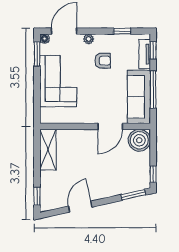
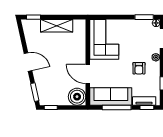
corner sofa: (58, 81) -> (104, 39), moved, turned -90
shelving: (48, 150) -> (57, 26), moved
door: (80, 207) -> (28, 62), moved

